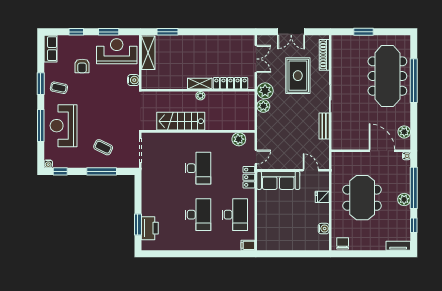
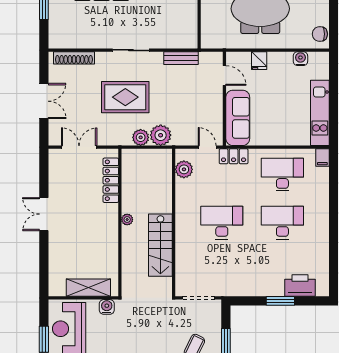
window: (168, 32) -> (44, 262), removed
double door: (205, 32) -> (44, 214), added
shelving: (148, 53) -> (88, 288), moved
rug: (298, 76) -> (125, 97), moved
shelving: (200, 84) -> (111, 220), removed
plant: (265, 91) -> (161, 135), moved
bench: (324, 126) -> (181, 58), moved
door: (311, 170) -> (224, 75), swing flipped
window: (138, 224) -> (280, 301), moved
kitchen unit: (282, 243) -> (320, 113), added

